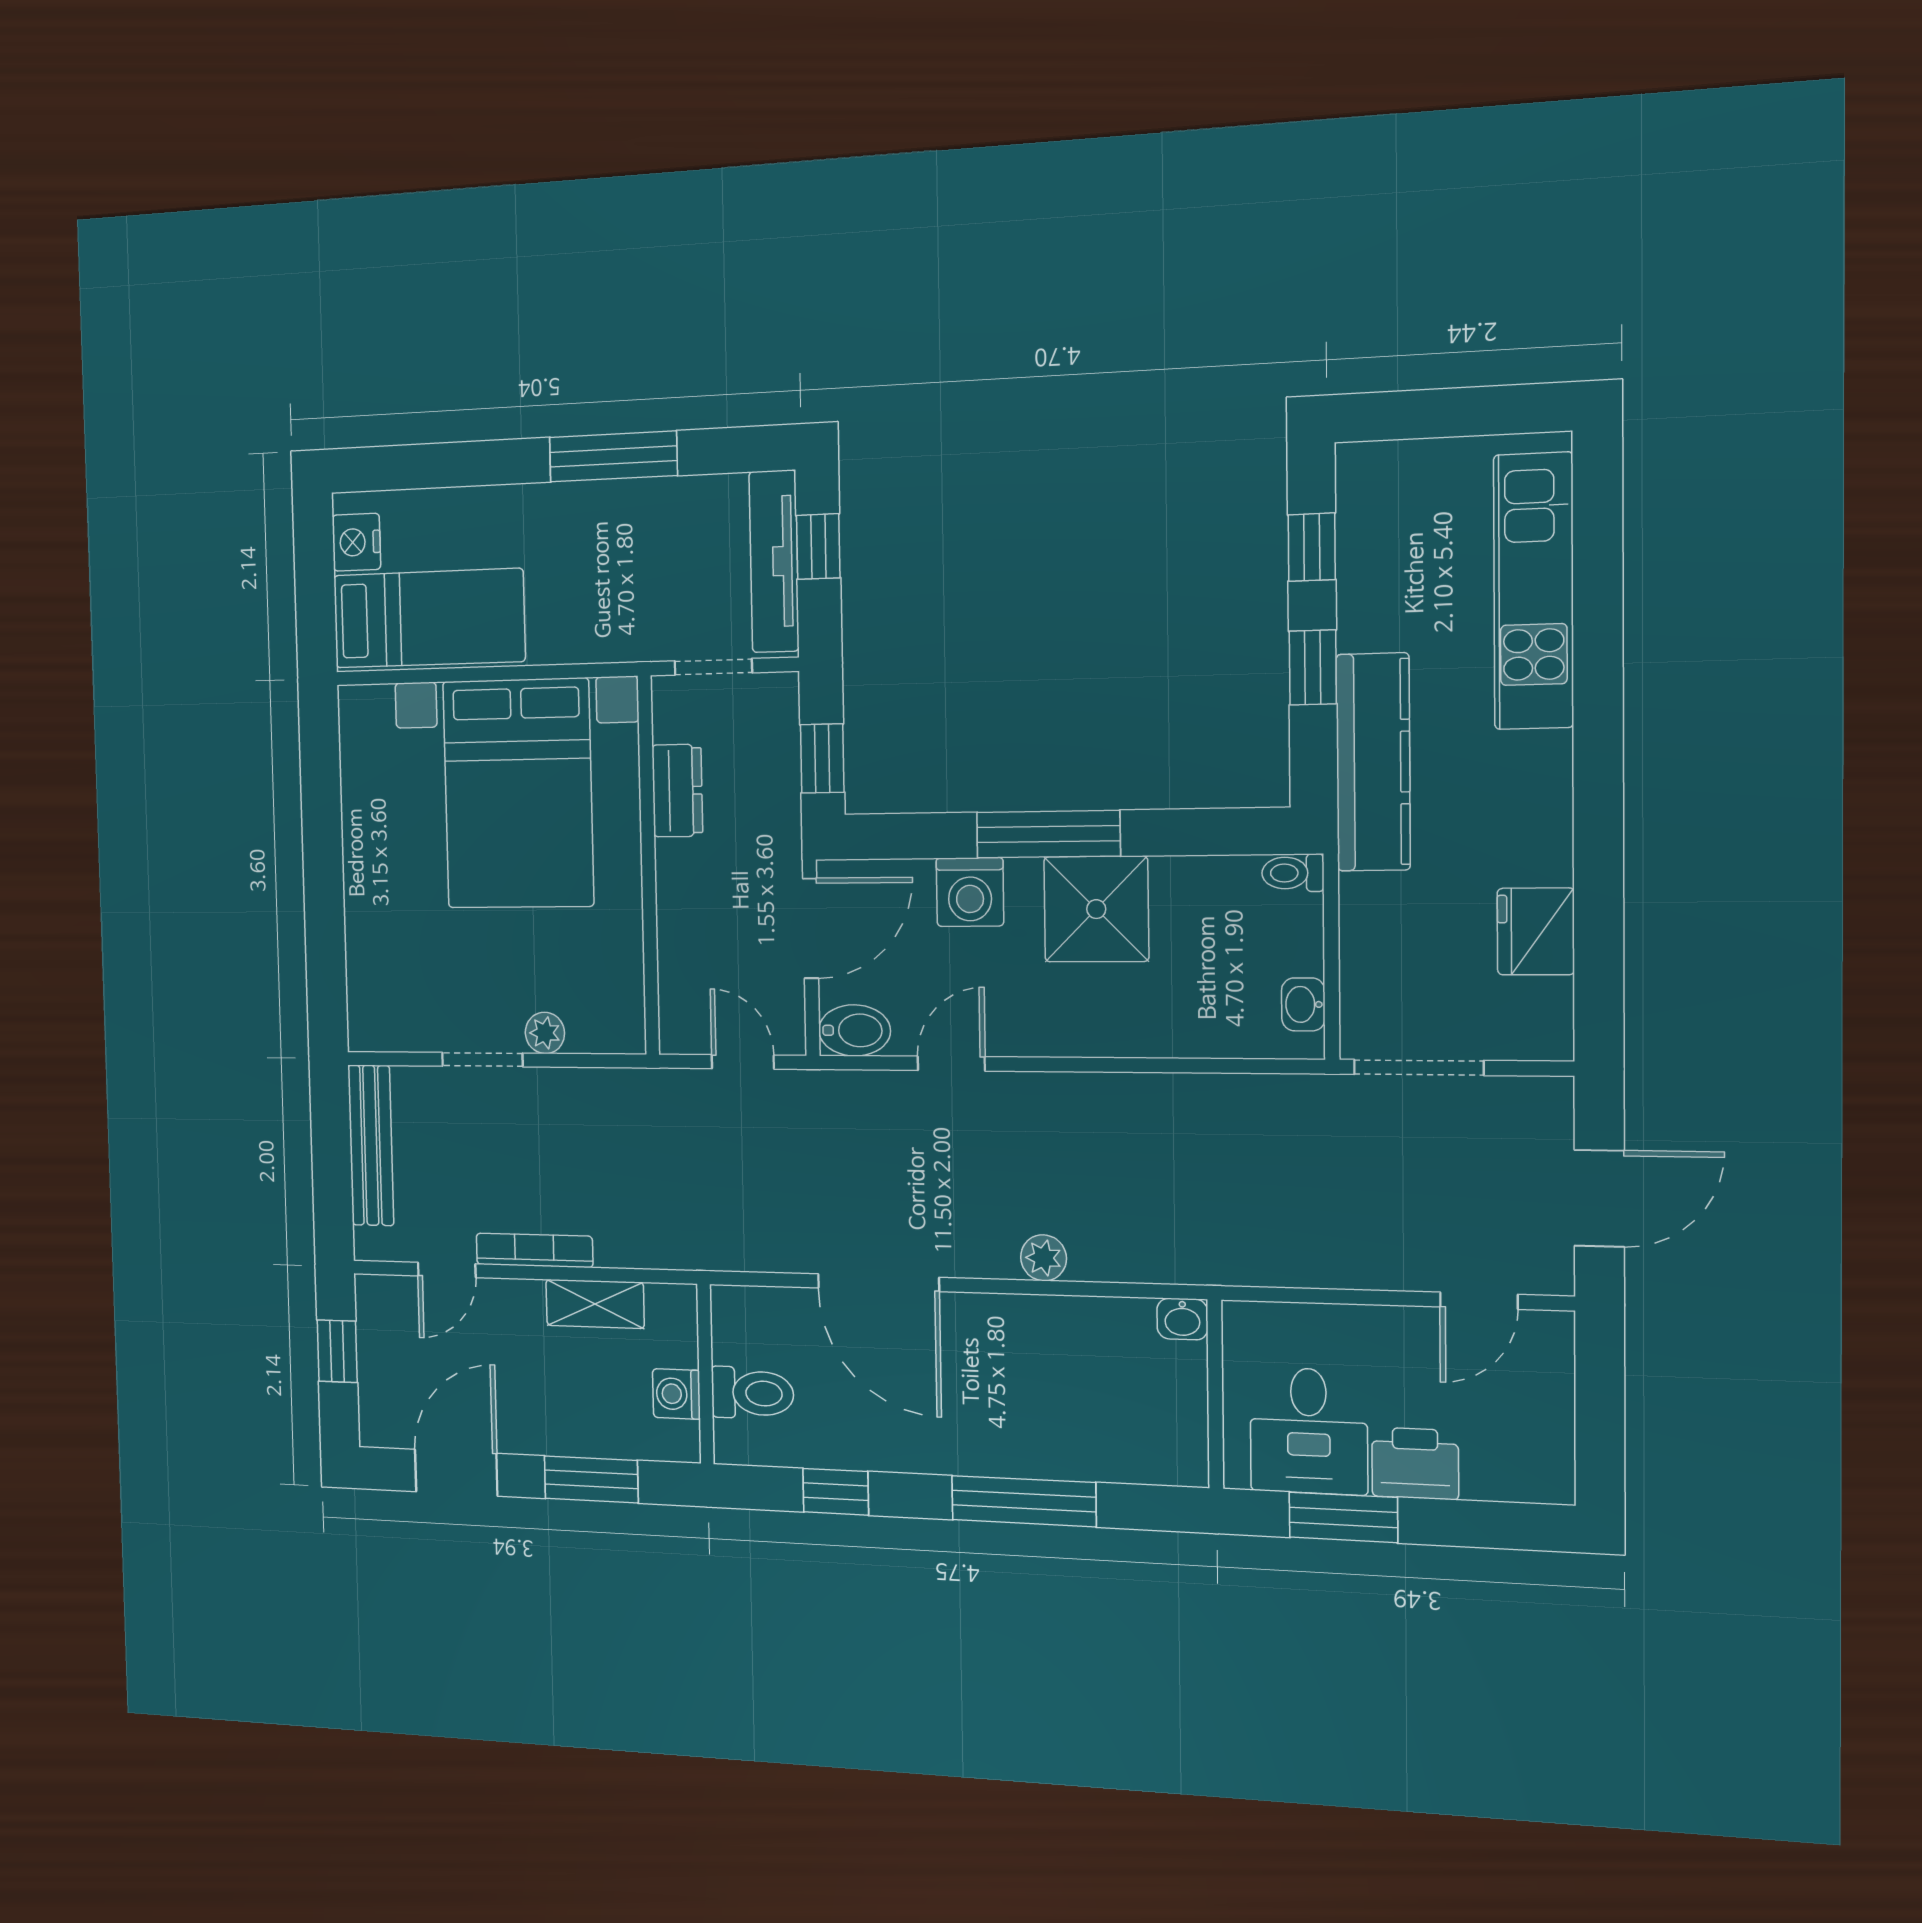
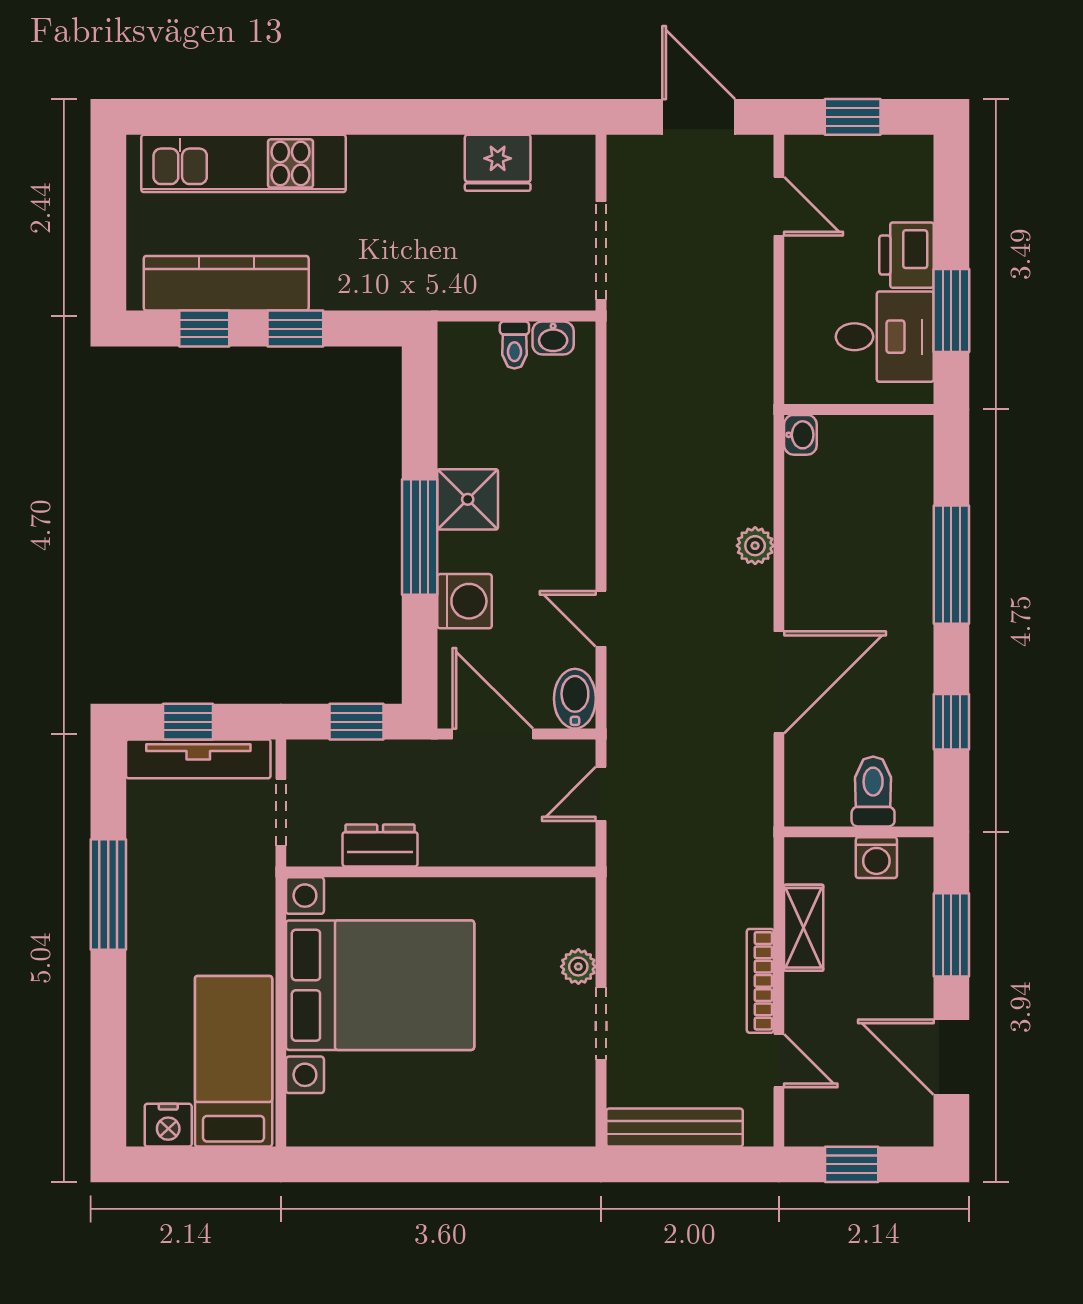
kitchen counter: (1373, 762) -> (226, 283), moved
toilet: (1293, 873) -> (514, 345), moved
shower: (1096, 909) -> (468, 499), width x0.73, depth x0.73
window: (1600, 1401) -> (853, 117), added

